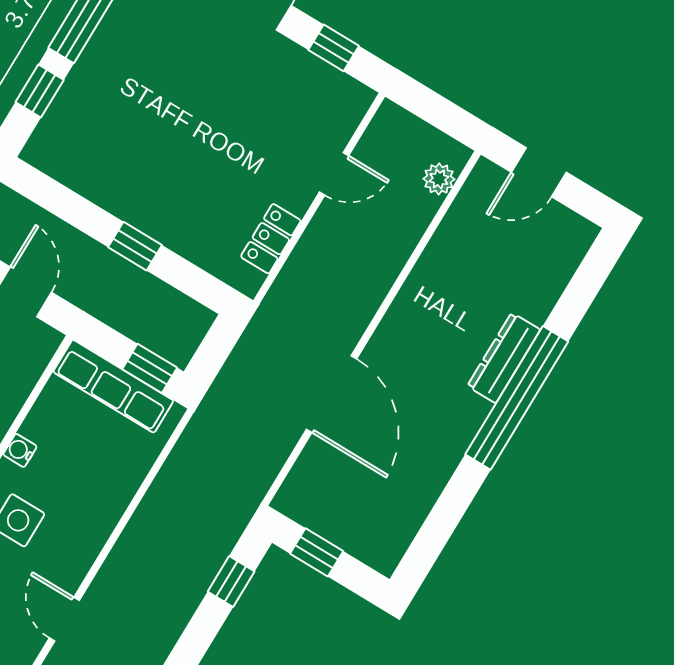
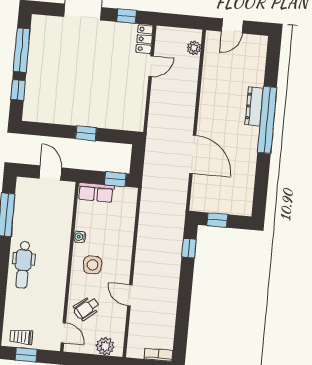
locker: (271, 239) -> (145, 39), moved
row of seats: (113, 386) -> (96, 192), width x0.68

